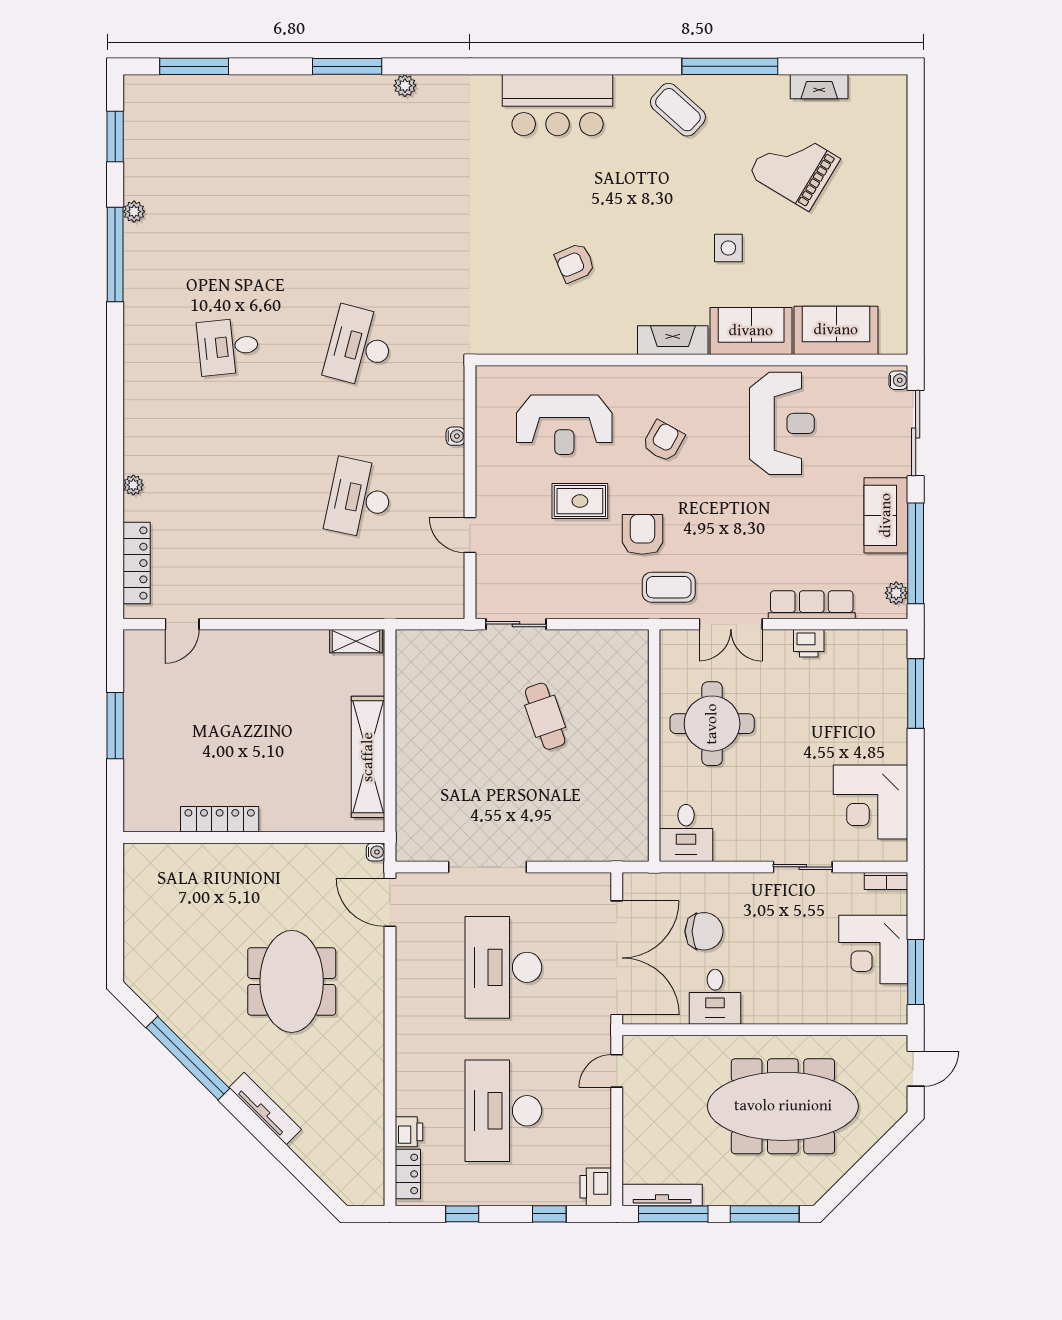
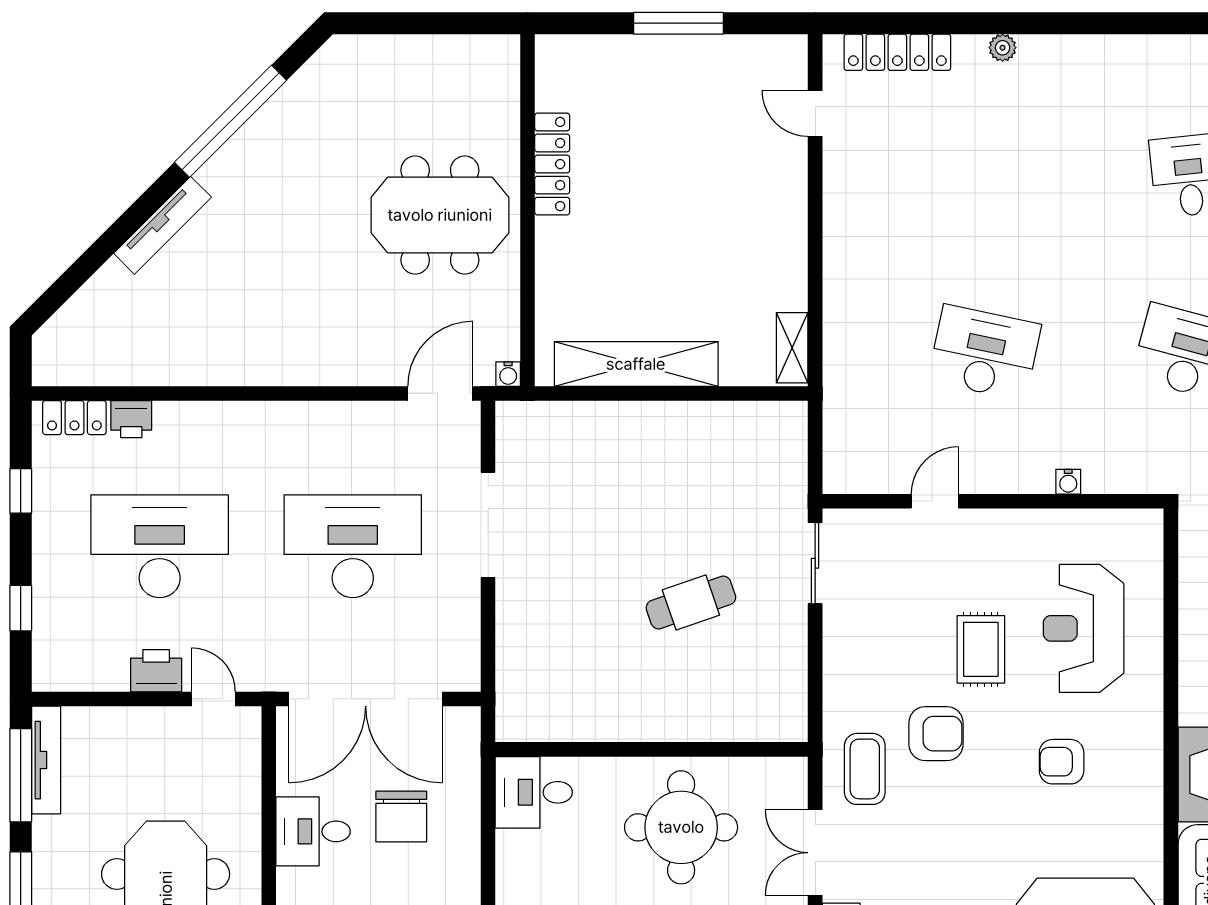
armchair: (663, 441) -> (1062, 762), turned 151
meeting table: (292, 981) -> (440, 215), moved
printer: (596, 1187) -> (156, 671), moved

